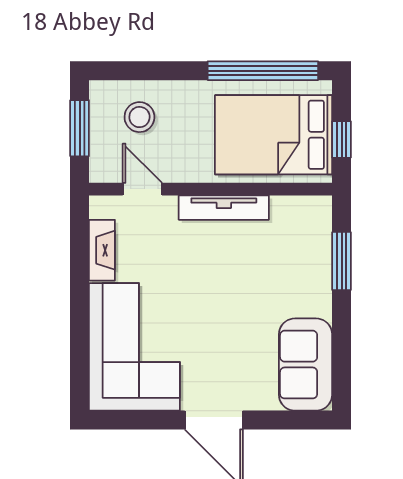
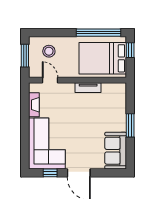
window: (342, 139) -> (130, 50), moved
tv unit: (224, 208) -> (88, 88), width x0.71
window: (342, 261) -> (130, 125), moved
window: (142, 420) -> (50, 173), added

